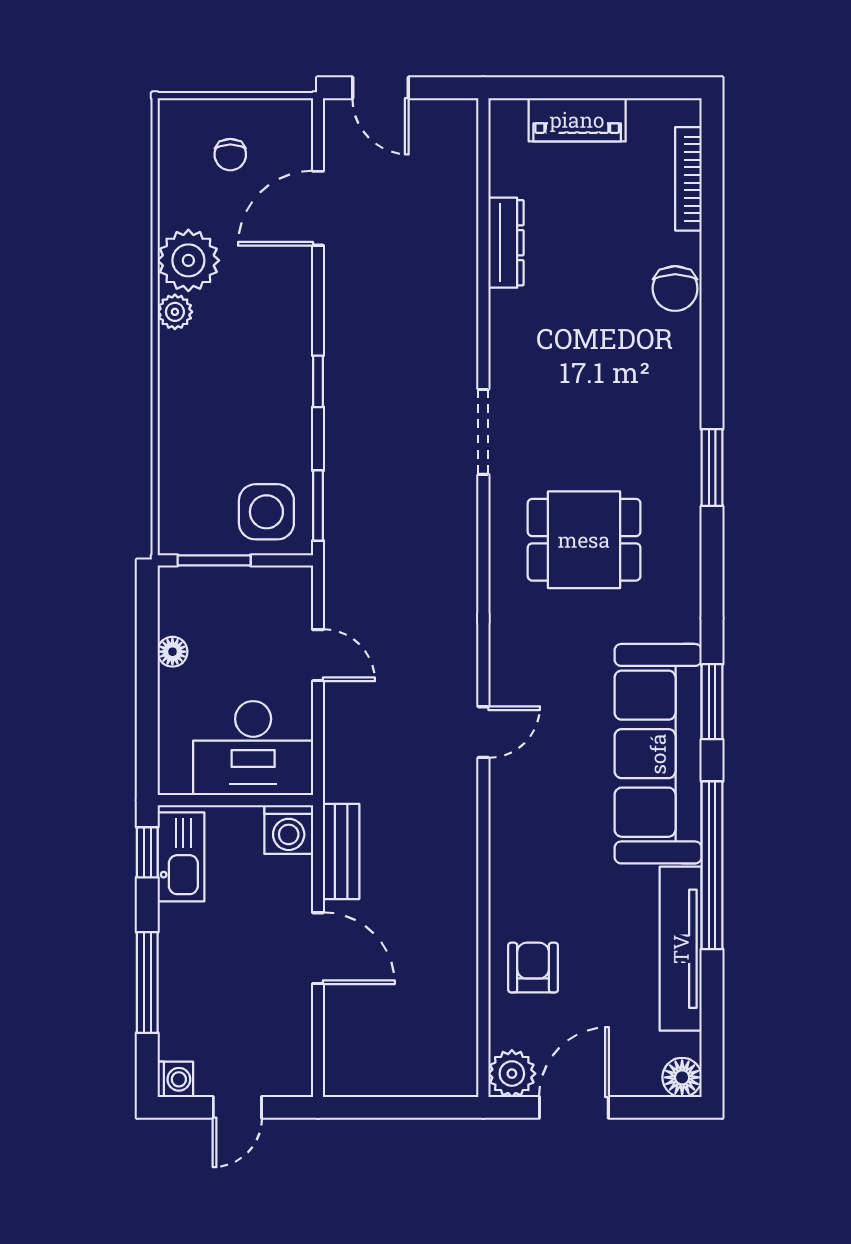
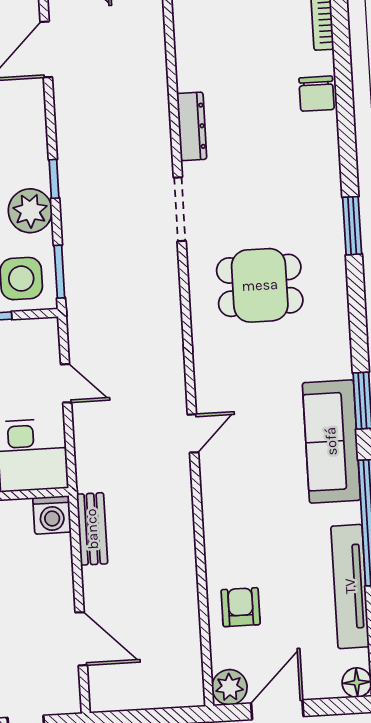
dresser: (506, 243) -> (192, 126), moved
plant: (284, 422) -> (30, 211), added
sofa: (658, 754) -> (331, 441), width x0.74, depth x0.79
door: (318, 948) -> (81, 639), moved

